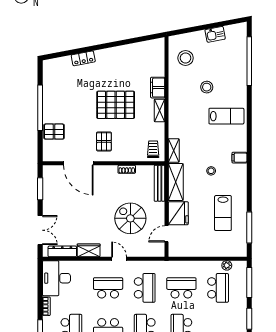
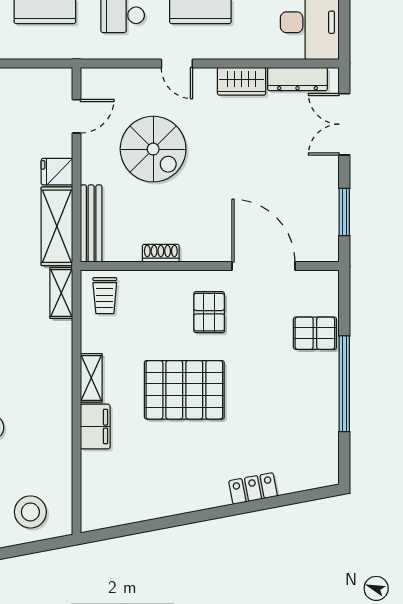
stool: (186, 58) -> (30, 512), moved
fridge: (178, 213) -> (57, 172), width x0.53, depth x0.75

